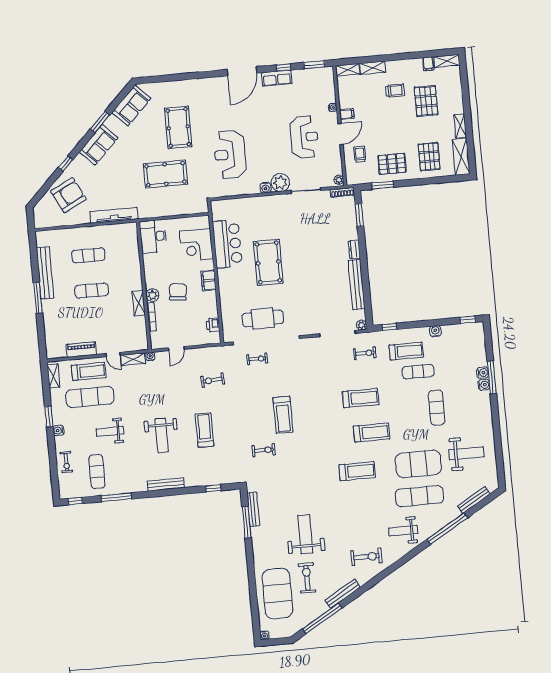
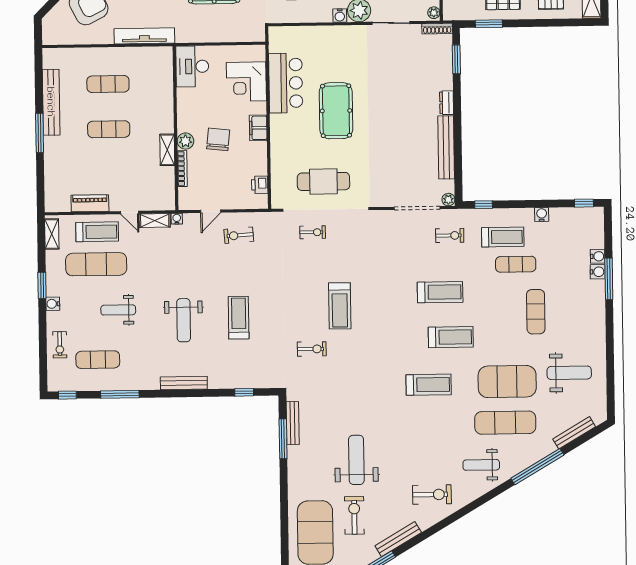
exercise bike: (213, 380) -> (239, 235), moved
water cooler: (484, 385) -> (598, 256), moved
exercise mat: (97, 471) -> (98, 360), turned 90

